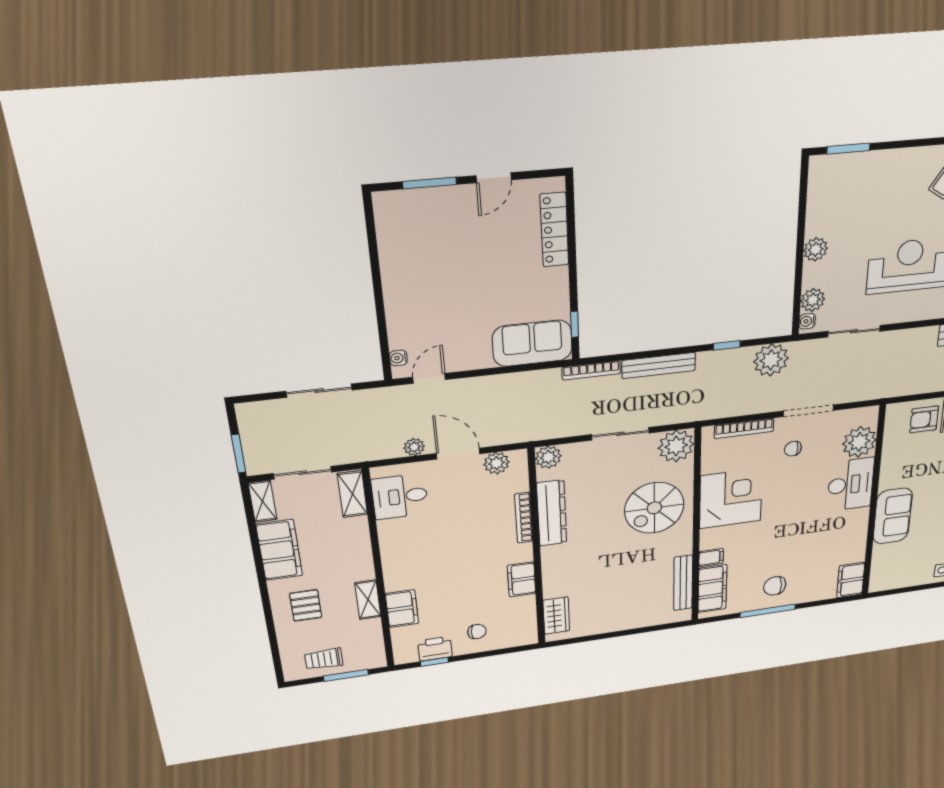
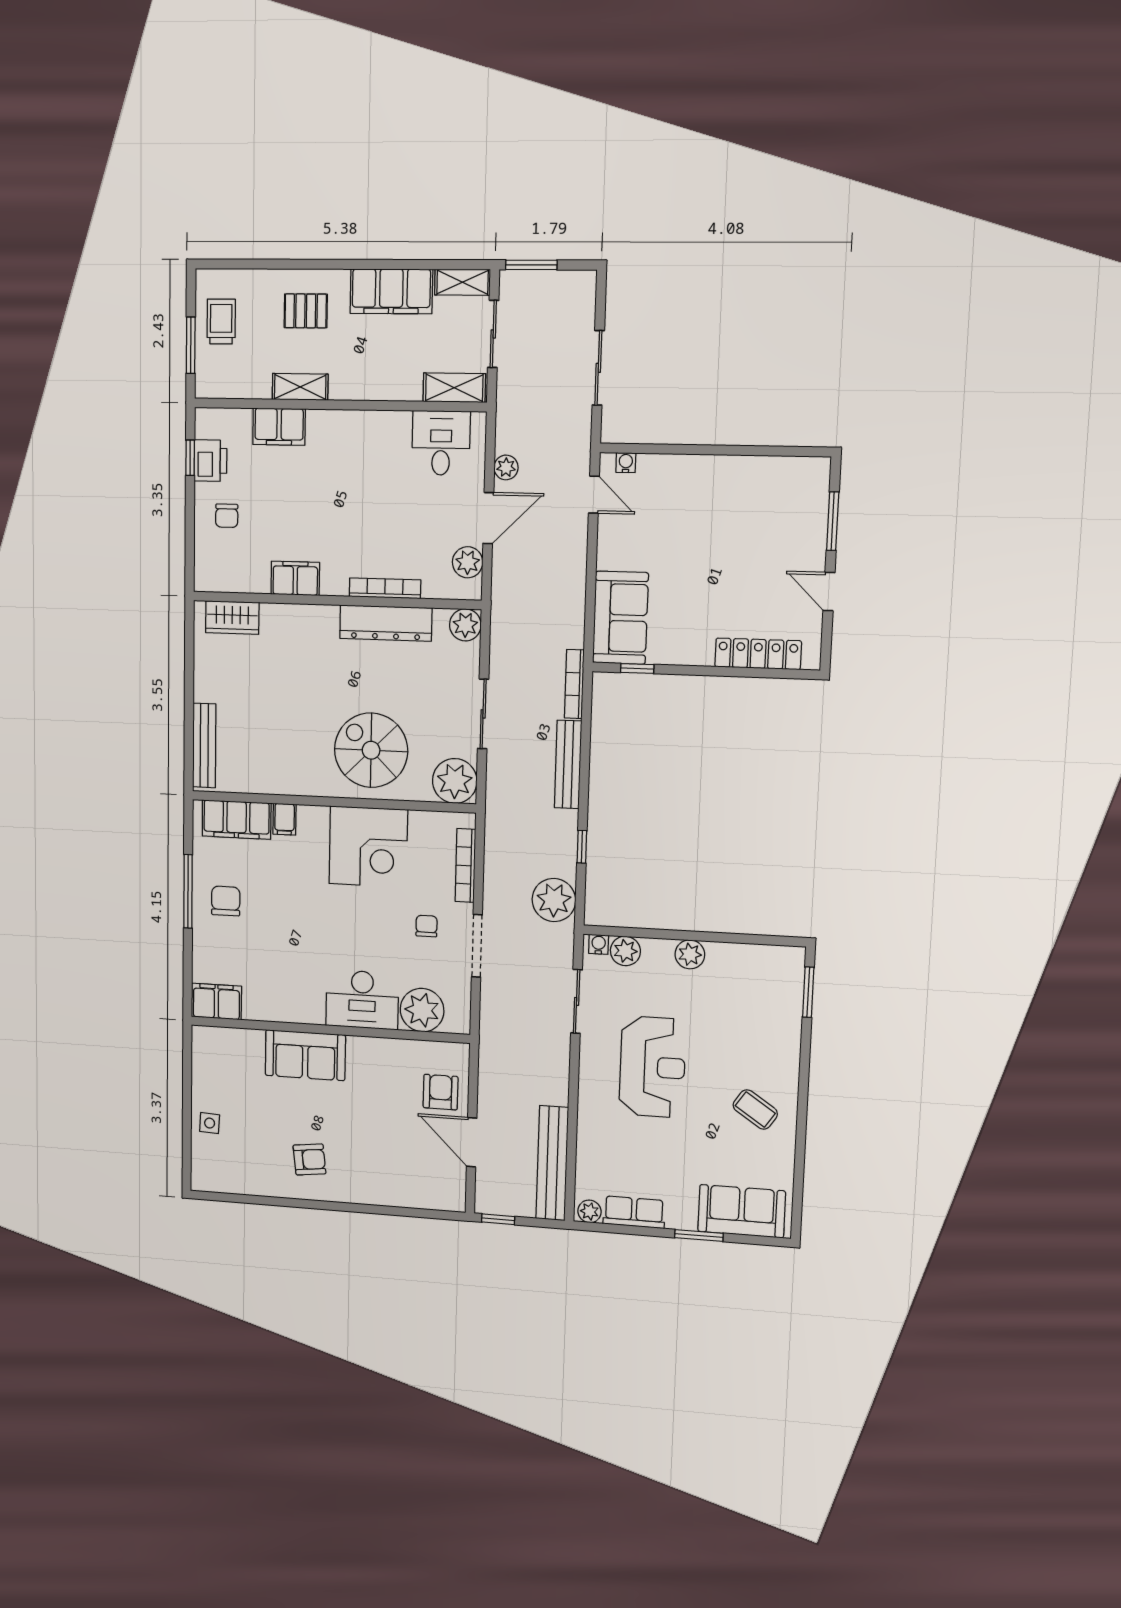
bench: (683, 583) -> (204, 746), moved, turned 90

